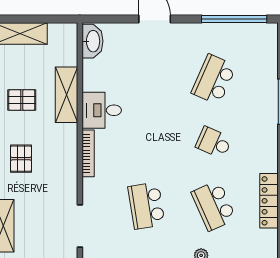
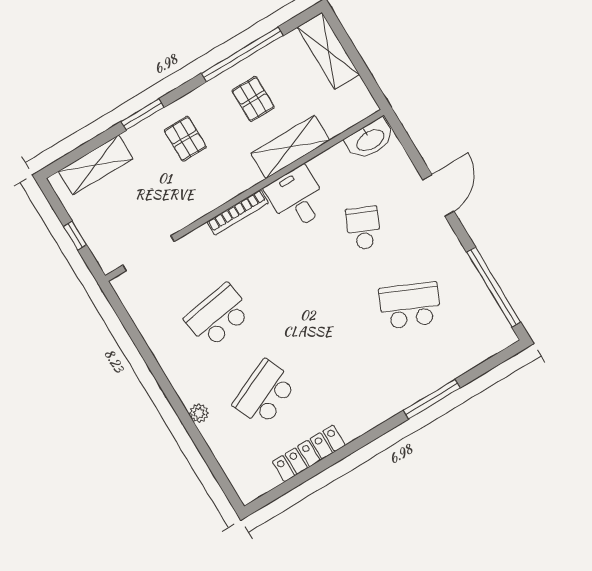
school desk: (214, 143) -> (363, 228), moved
pallet: (21, 159) -> (185, 139), turned 90

